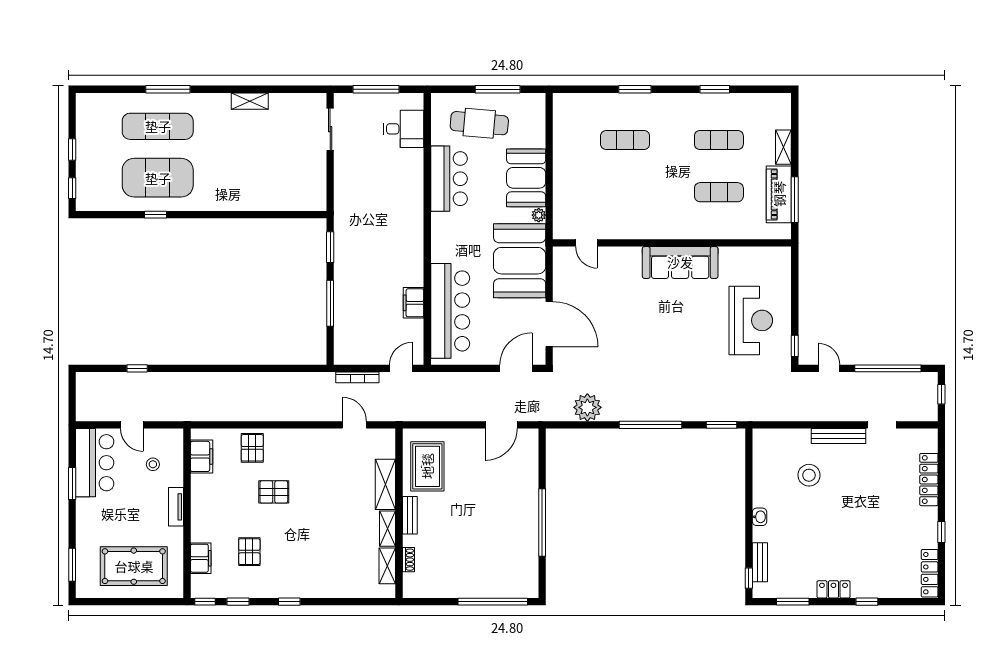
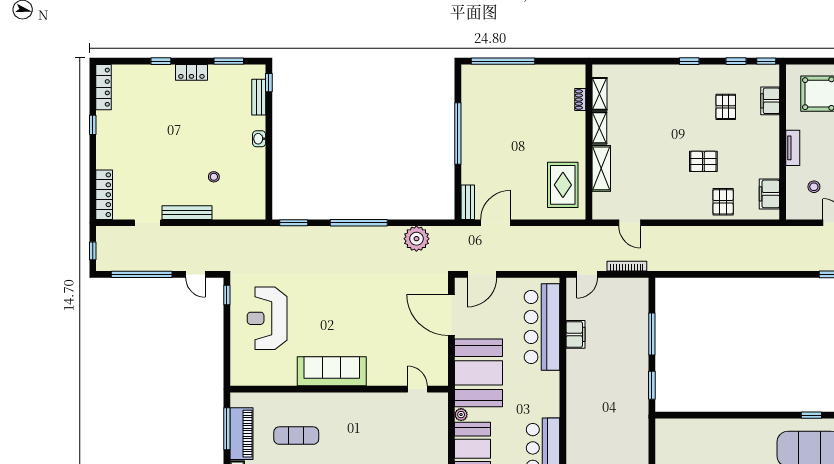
stool: (809, 475) -> (214, 177), width x0.53, depth x0.53
locker: (929, 480) -> (104, 195), moved
bench: (410, 515) -> (468, 202), moved

